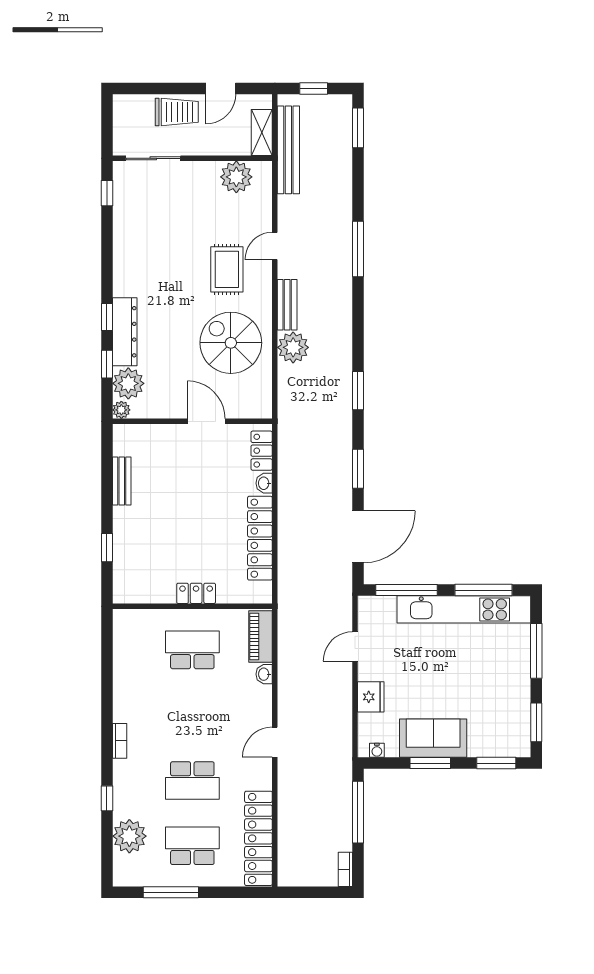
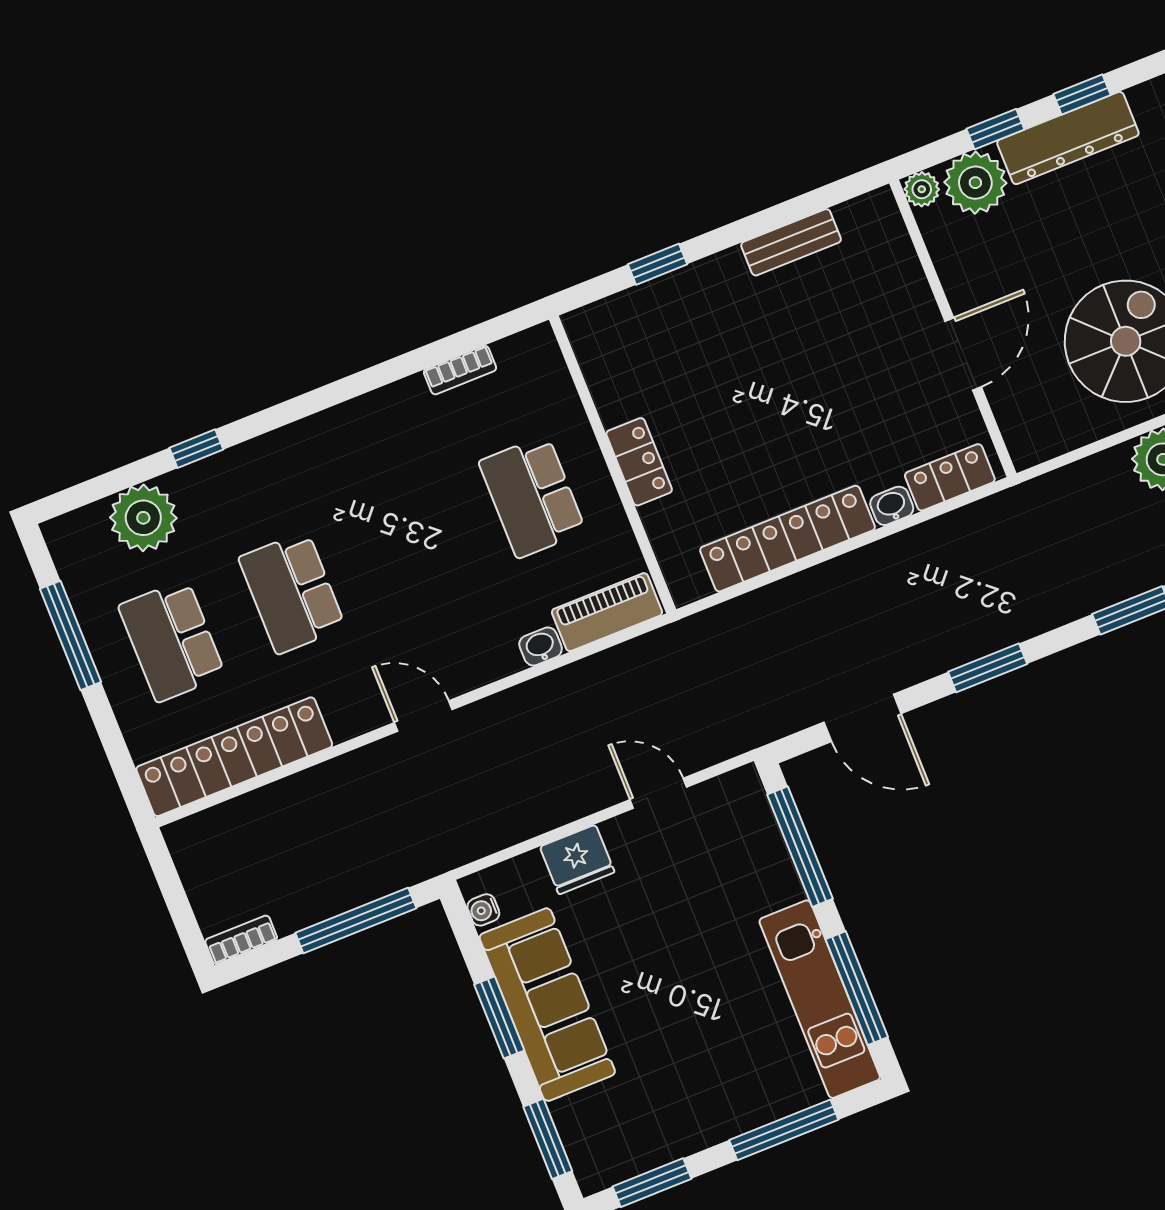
door: (358, 537) -> (862, 718), width x0.73
kitchen unit: (464, 609) -> (820, 999), width x0.73
school desk: (192, 650) -> (532, 497), turned 180
sofa: (433, 738) -> (547, 1005), width x1.36
bookcase: (120, 741) -> (460, 370), moved
school desk: (192, 846) -> (172, 641), turned 180

